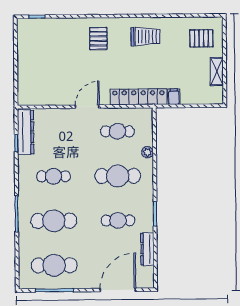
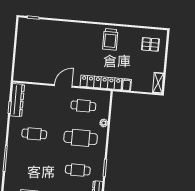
trolley: (146, 37) -> (110, 39), turned 90
pallet: (98, 39) -> (76, 38), removed
shelving: (217, 71) -> (158, 83), moved
cafe table: (54, 221) -> (31, 166), removed

